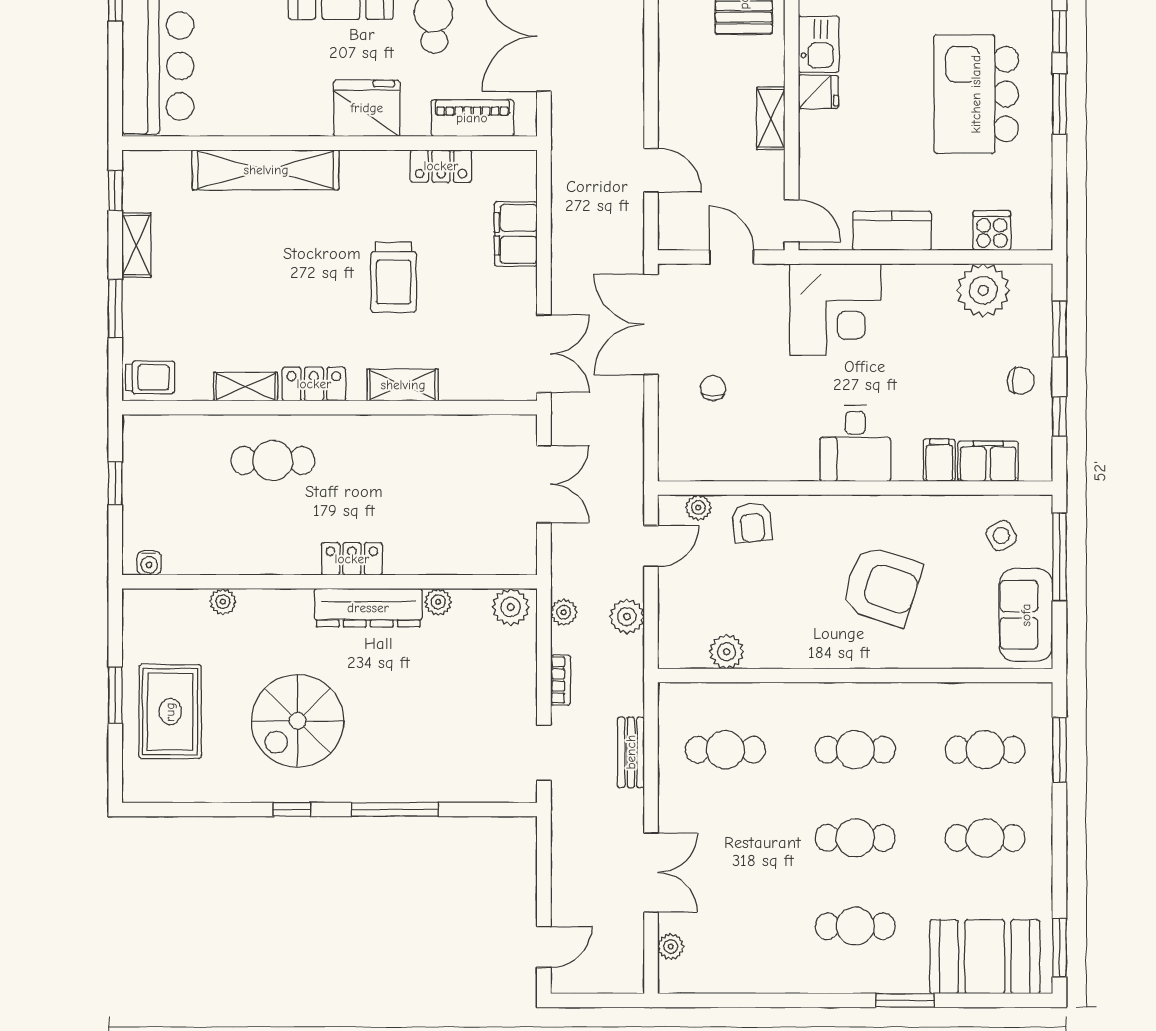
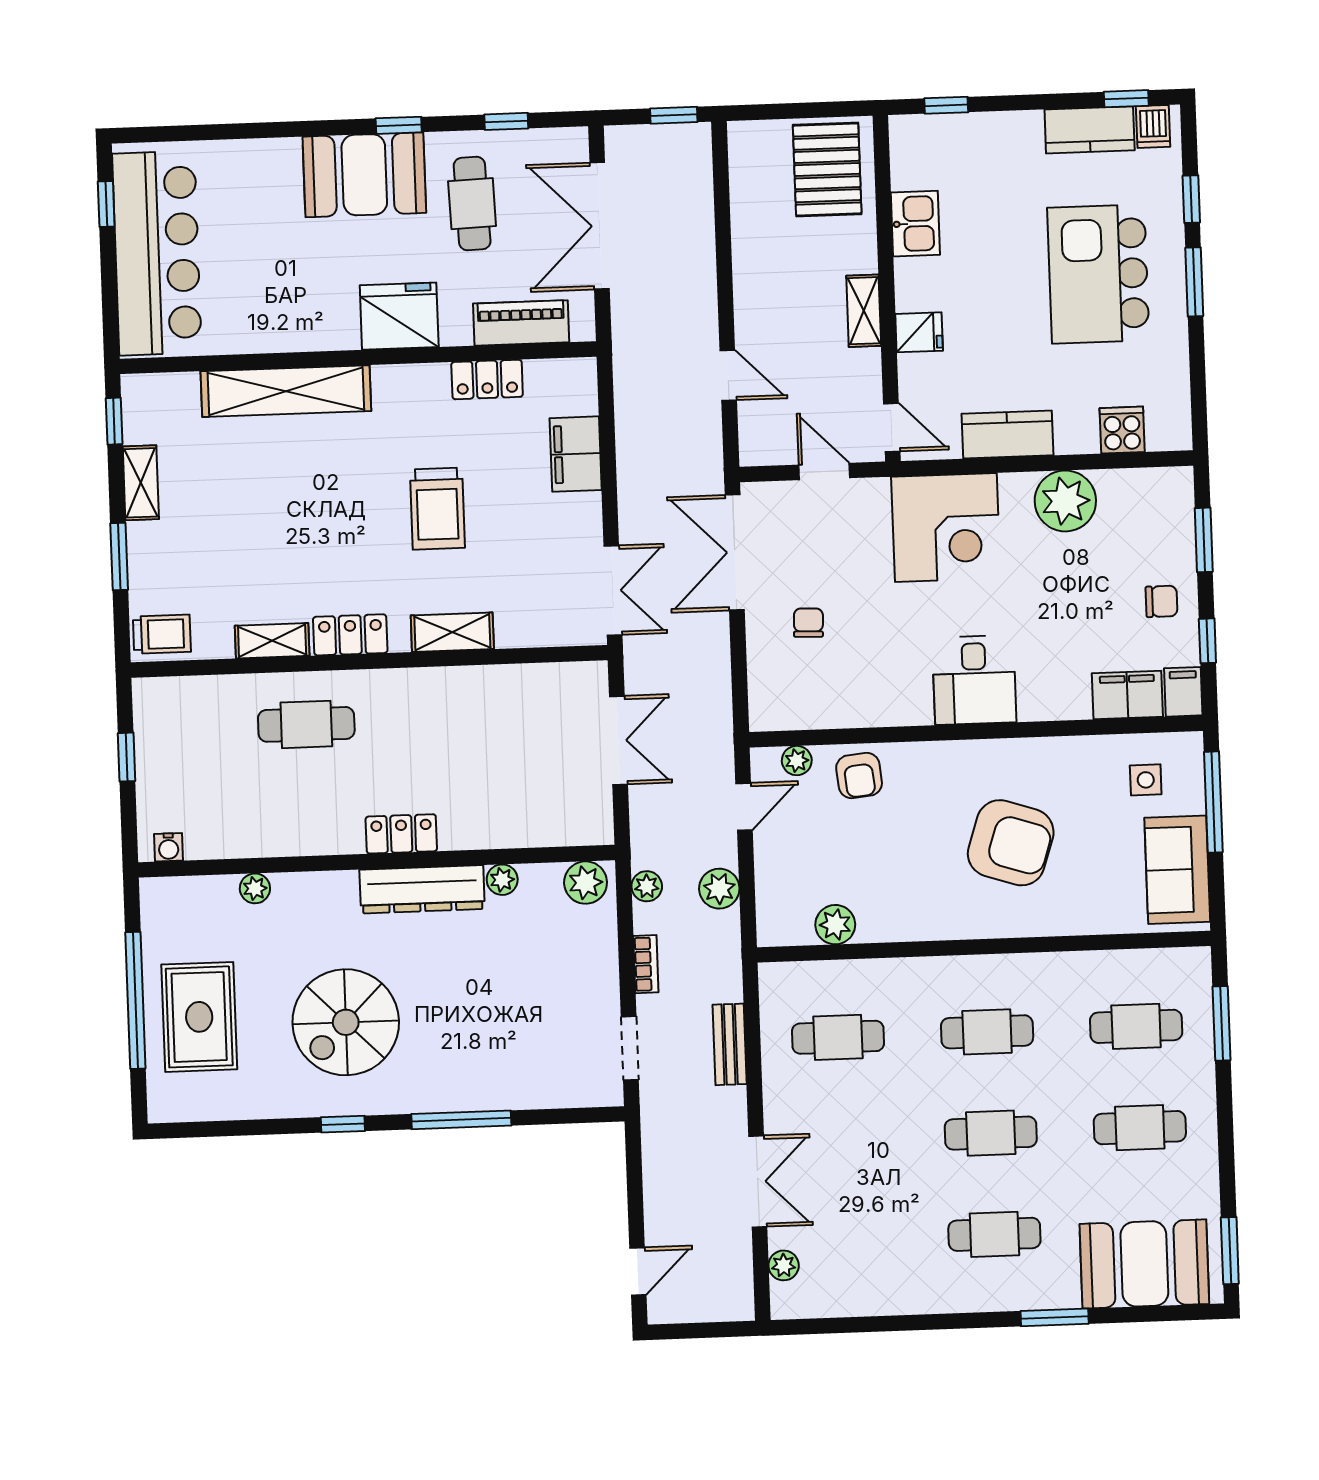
fridge: (818, 92) -> (919, 332), moved
plant: (983, 290) -> (1065, 501), moved
filing cabinet: (939, 460) -> (1183, 692), moved
side table: (1001, 536) -> (1146, 780), turned 30
window: (115, 695) -> (135, 1000), width x2.11

